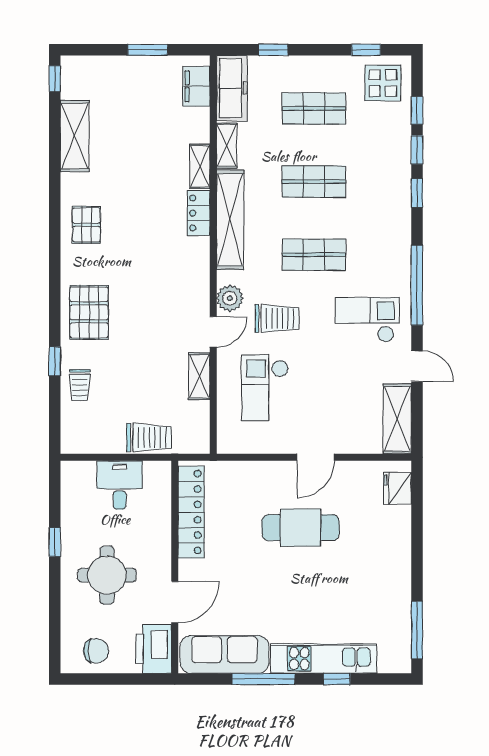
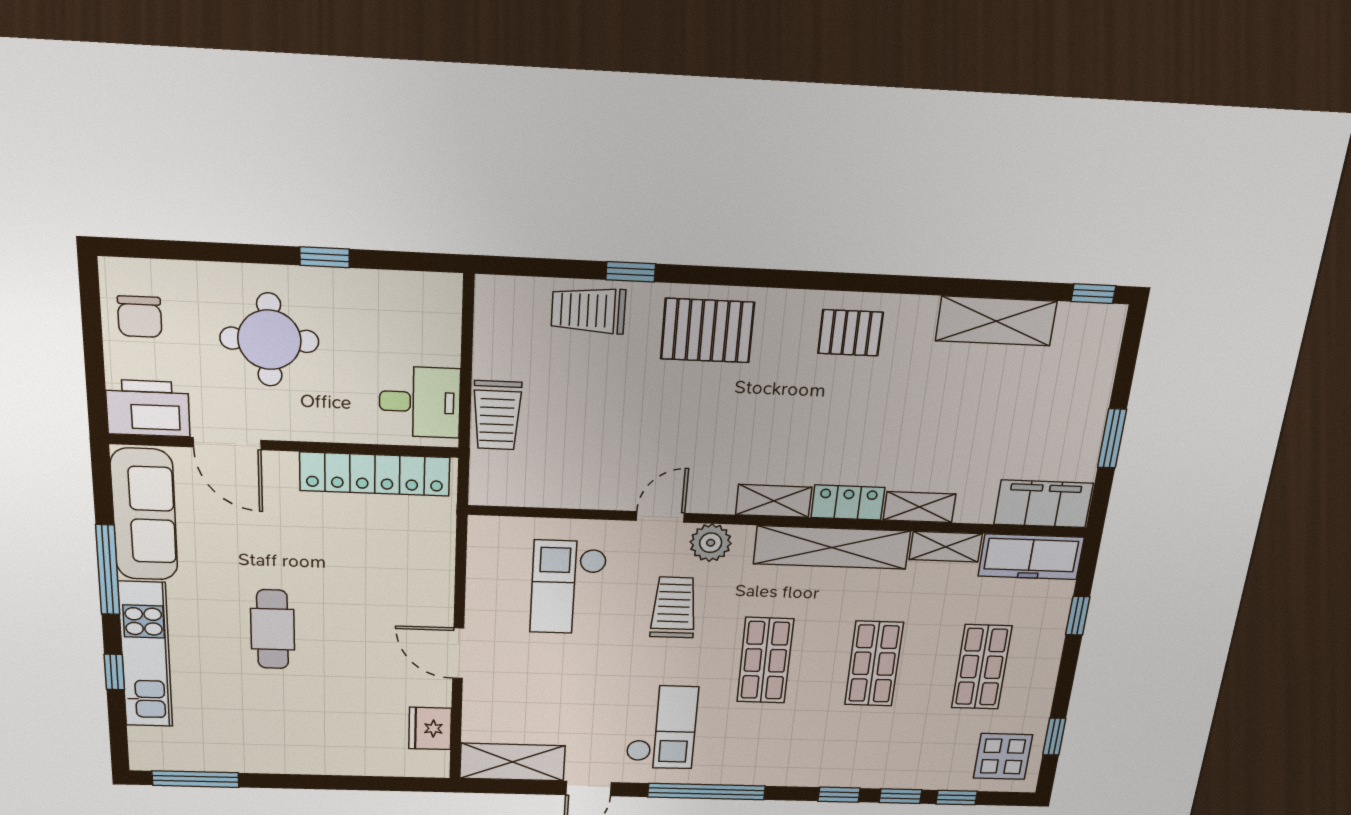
filing cabinet: (196, 86) -> (1043, 504), width x1.50, depth x1.17
trolley: (277, 318) -> (674, 607), turned 180
door: (213, 332) -> (660, 517), swing flipped
shelving: (199, 376) -> (774, 501), moved
trolley: (80, 385) -> (588, 310), width x1.36, depth x1.39
checkout: (265, 388) -> (568, 587), turned -90
desk: (120, 485) -> (420, 402), moved
fridge: (397, 488) -> (430, 728), moved, turned -90
cafe table: (301, 528) -> (273, 629), moved, width x0.73, depth x0.74

